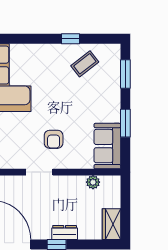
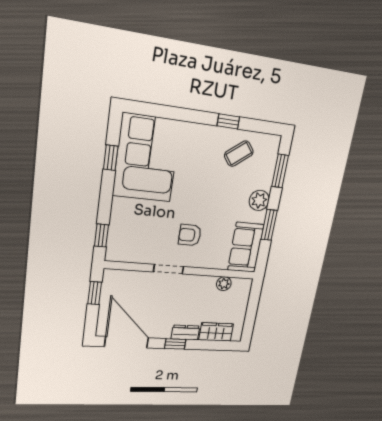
plant: (111, 102) -> (259, 200), added
armchair: (54, 139) -> (190, 235), turned 90
wardrobe: (112, 224) -> (216, 332), moved, turned 90

